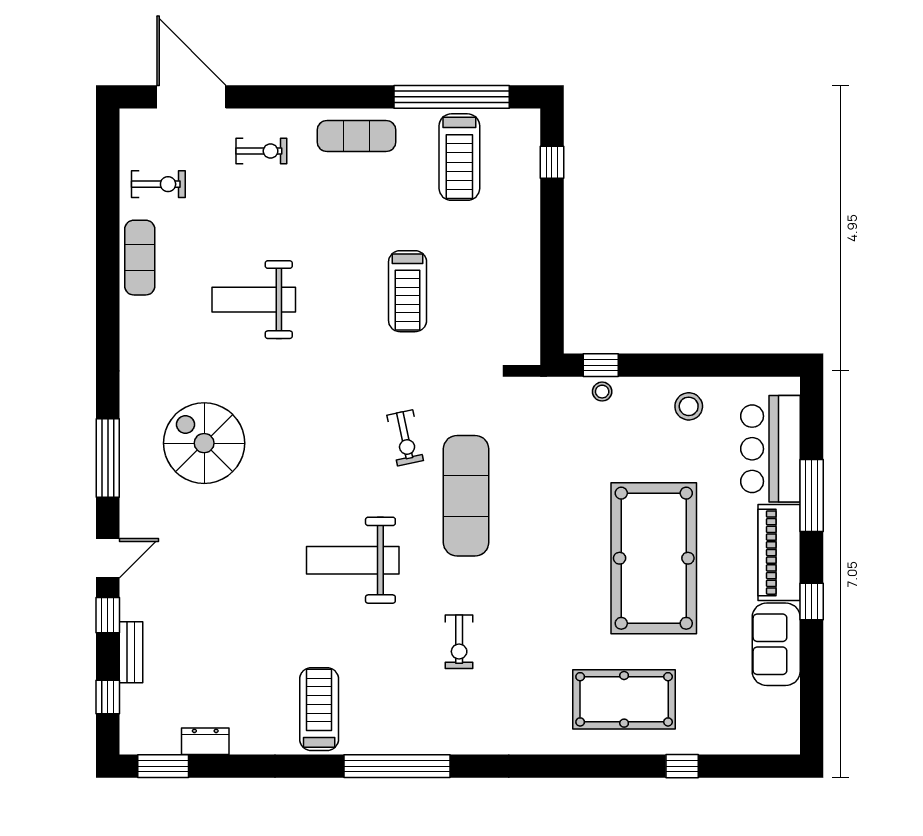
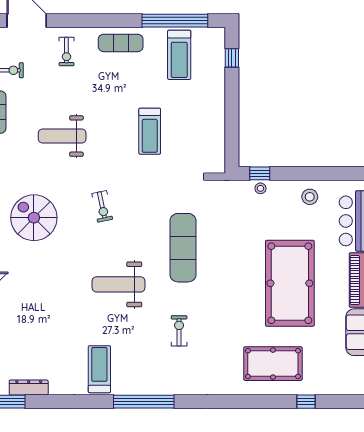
exercise bike: (261, 151) -> (66, 51), turned 90
exercise bike: (405, 438) -> (102, 206), moved
exercise bike: (459, 642) -> (179, 331), turned 180
dresser: (205, 741) -> (29, 387), width x1.44

